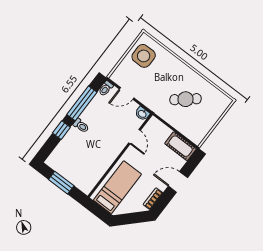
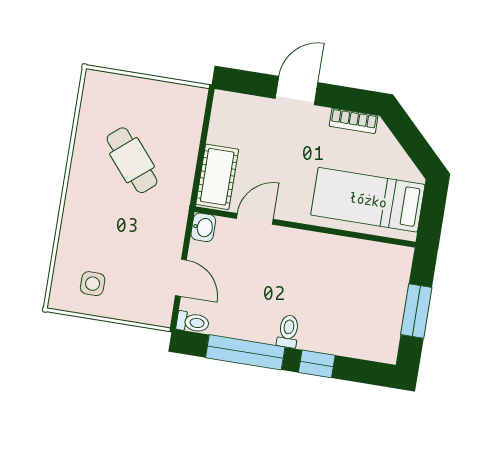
side table: (144, 56) -> (93, 284), width x0.54, depth x0.54
cot: (181, 146) -> (217, 177), moved
door: (178, 182) -> (297, 91), swing flipped

